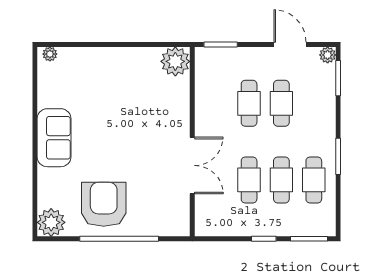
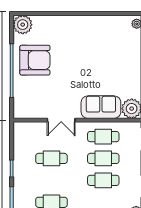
sofa: (54, 138) -> (101, 107), moved, turned 180
double door: (192, 165) -> (61, 120), width x0.73
cafe table: (281, 180) -> (103, 137), moved

